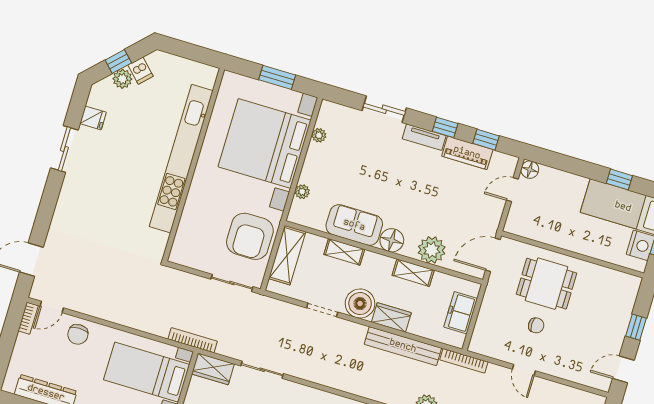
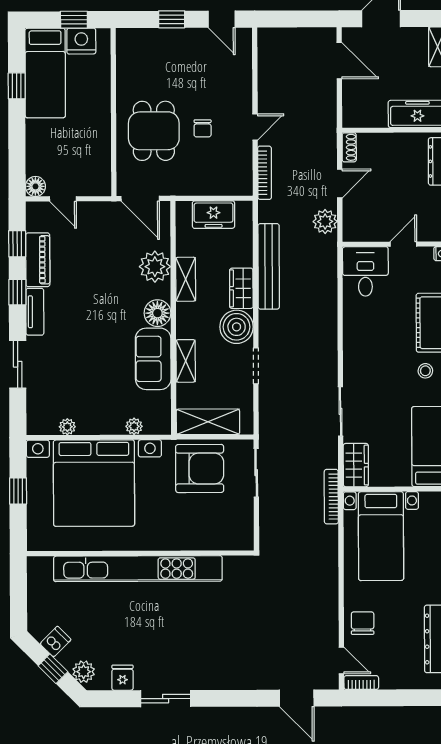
window: (277, 77) -> (18, 491), width x0.67
plant: (122, 79) -> (84, 672), moved
chair: (536, 325) -> (203, 128), turned 180
chair: (78, 334) -> (363, 623), turned -90
bookcase: (464, 361) -> (265, 173), moved

